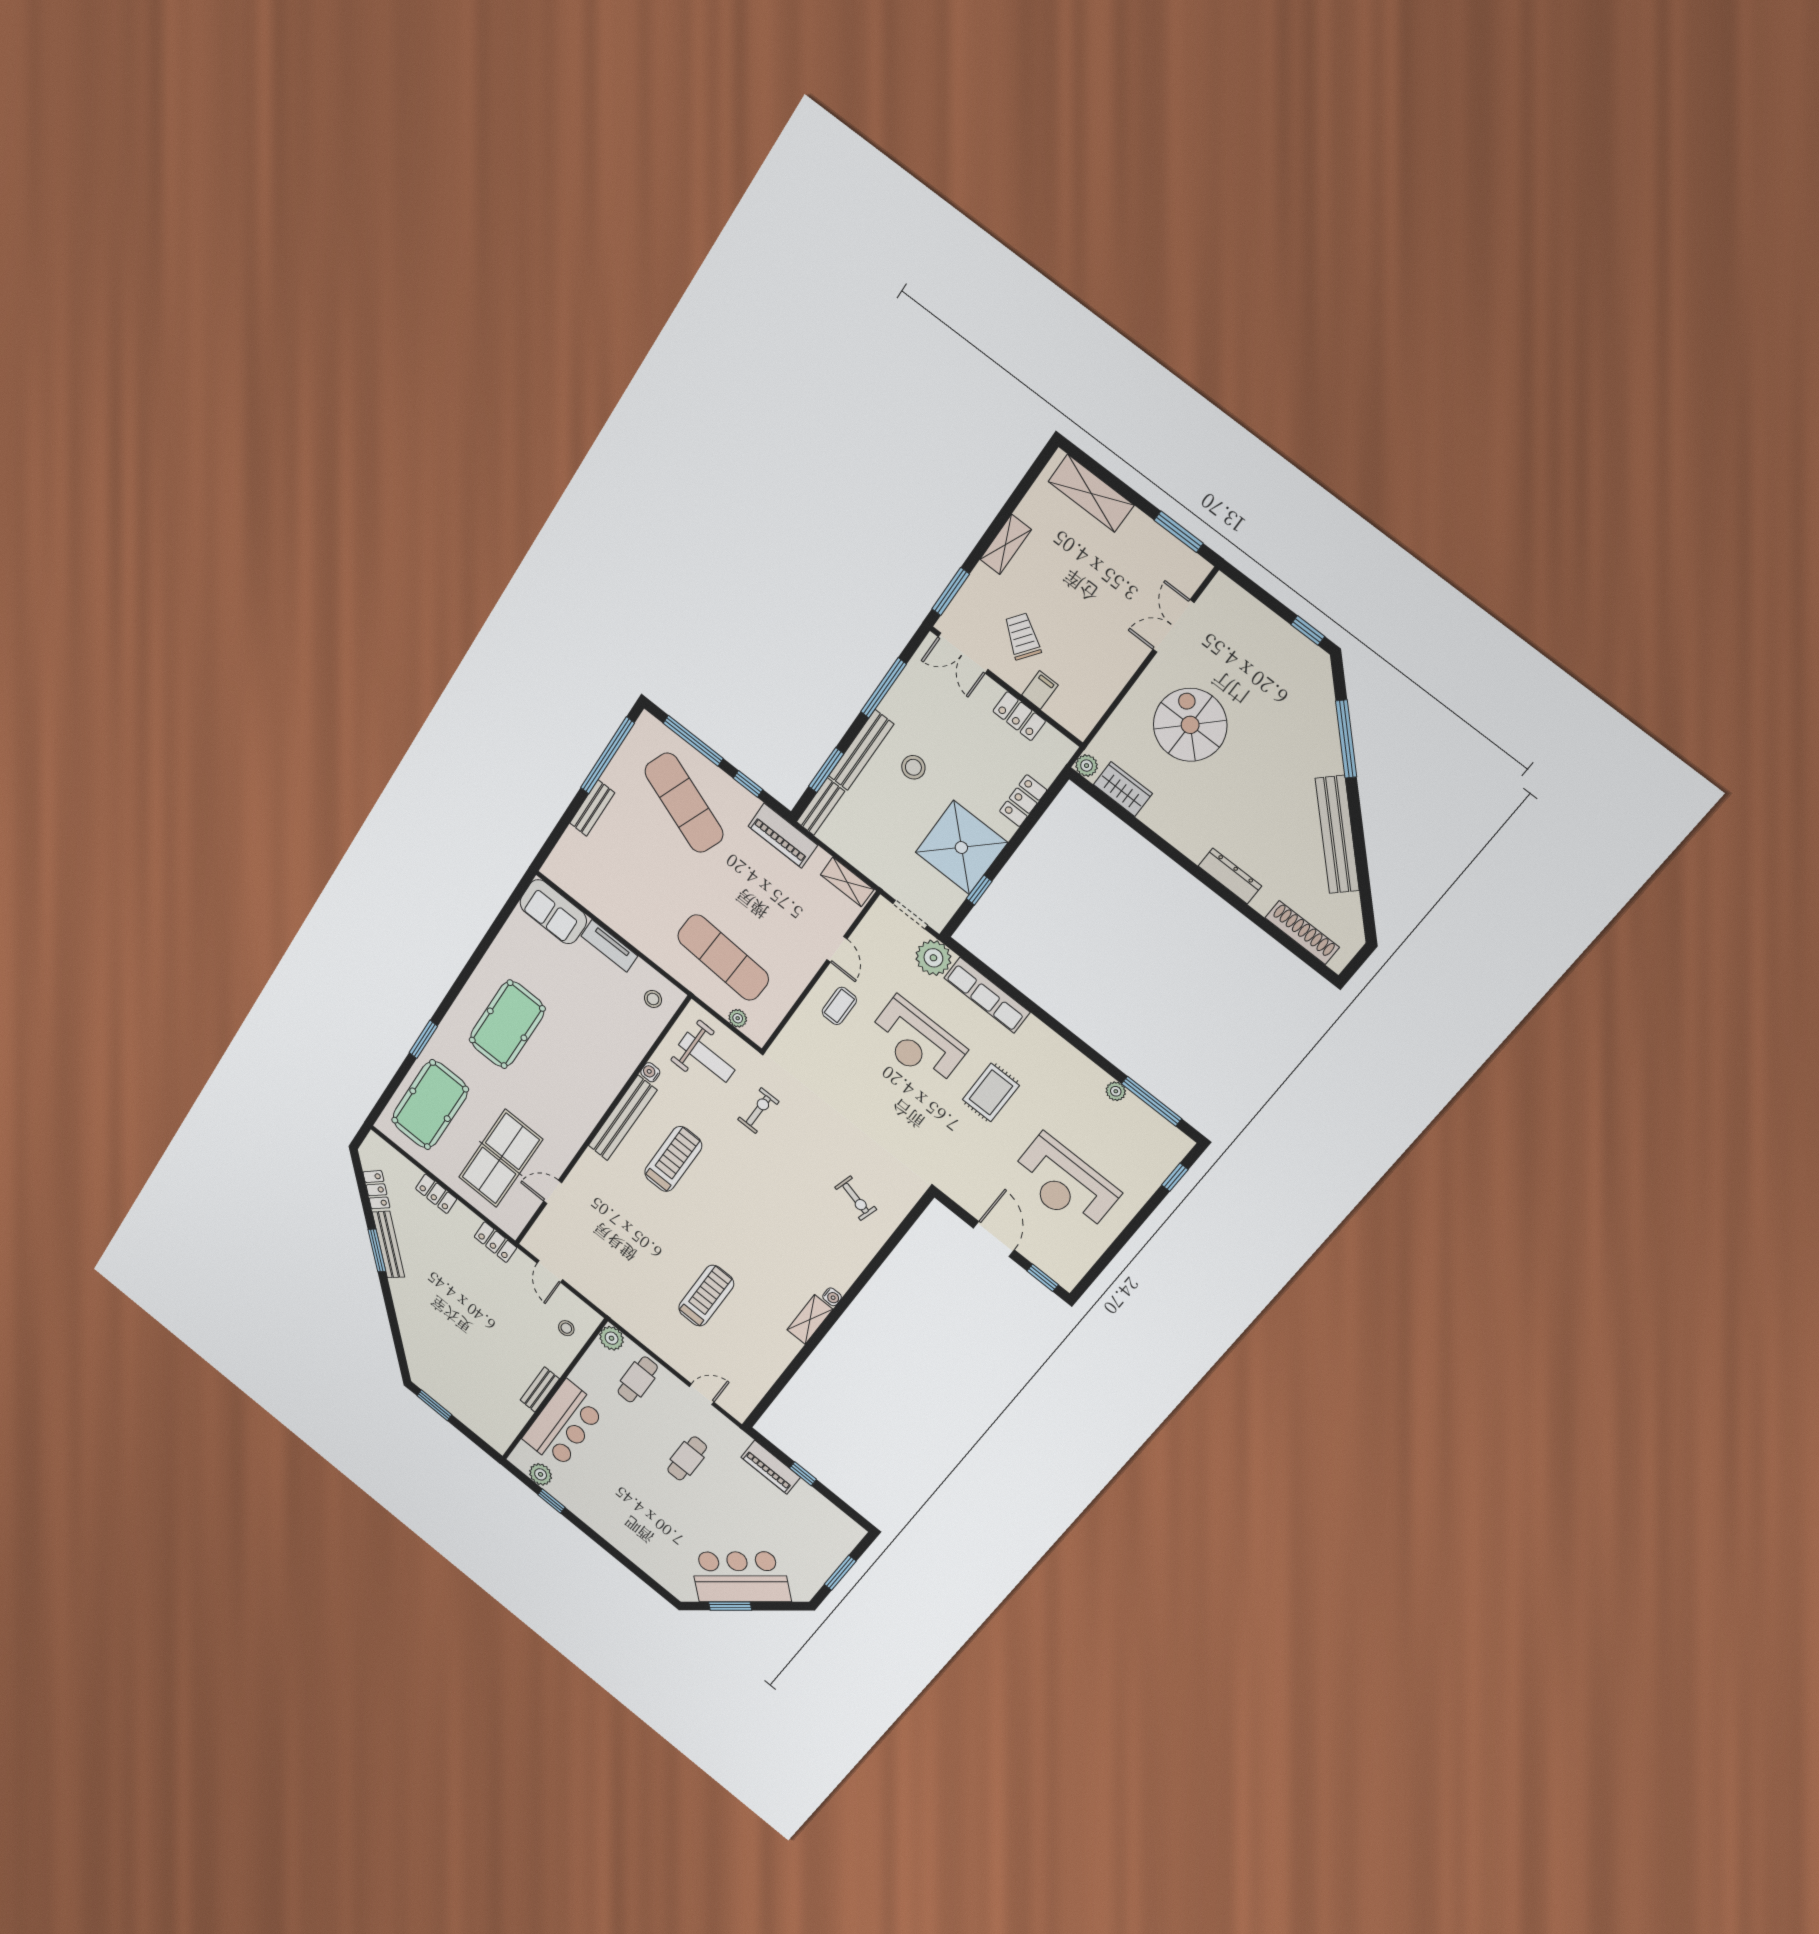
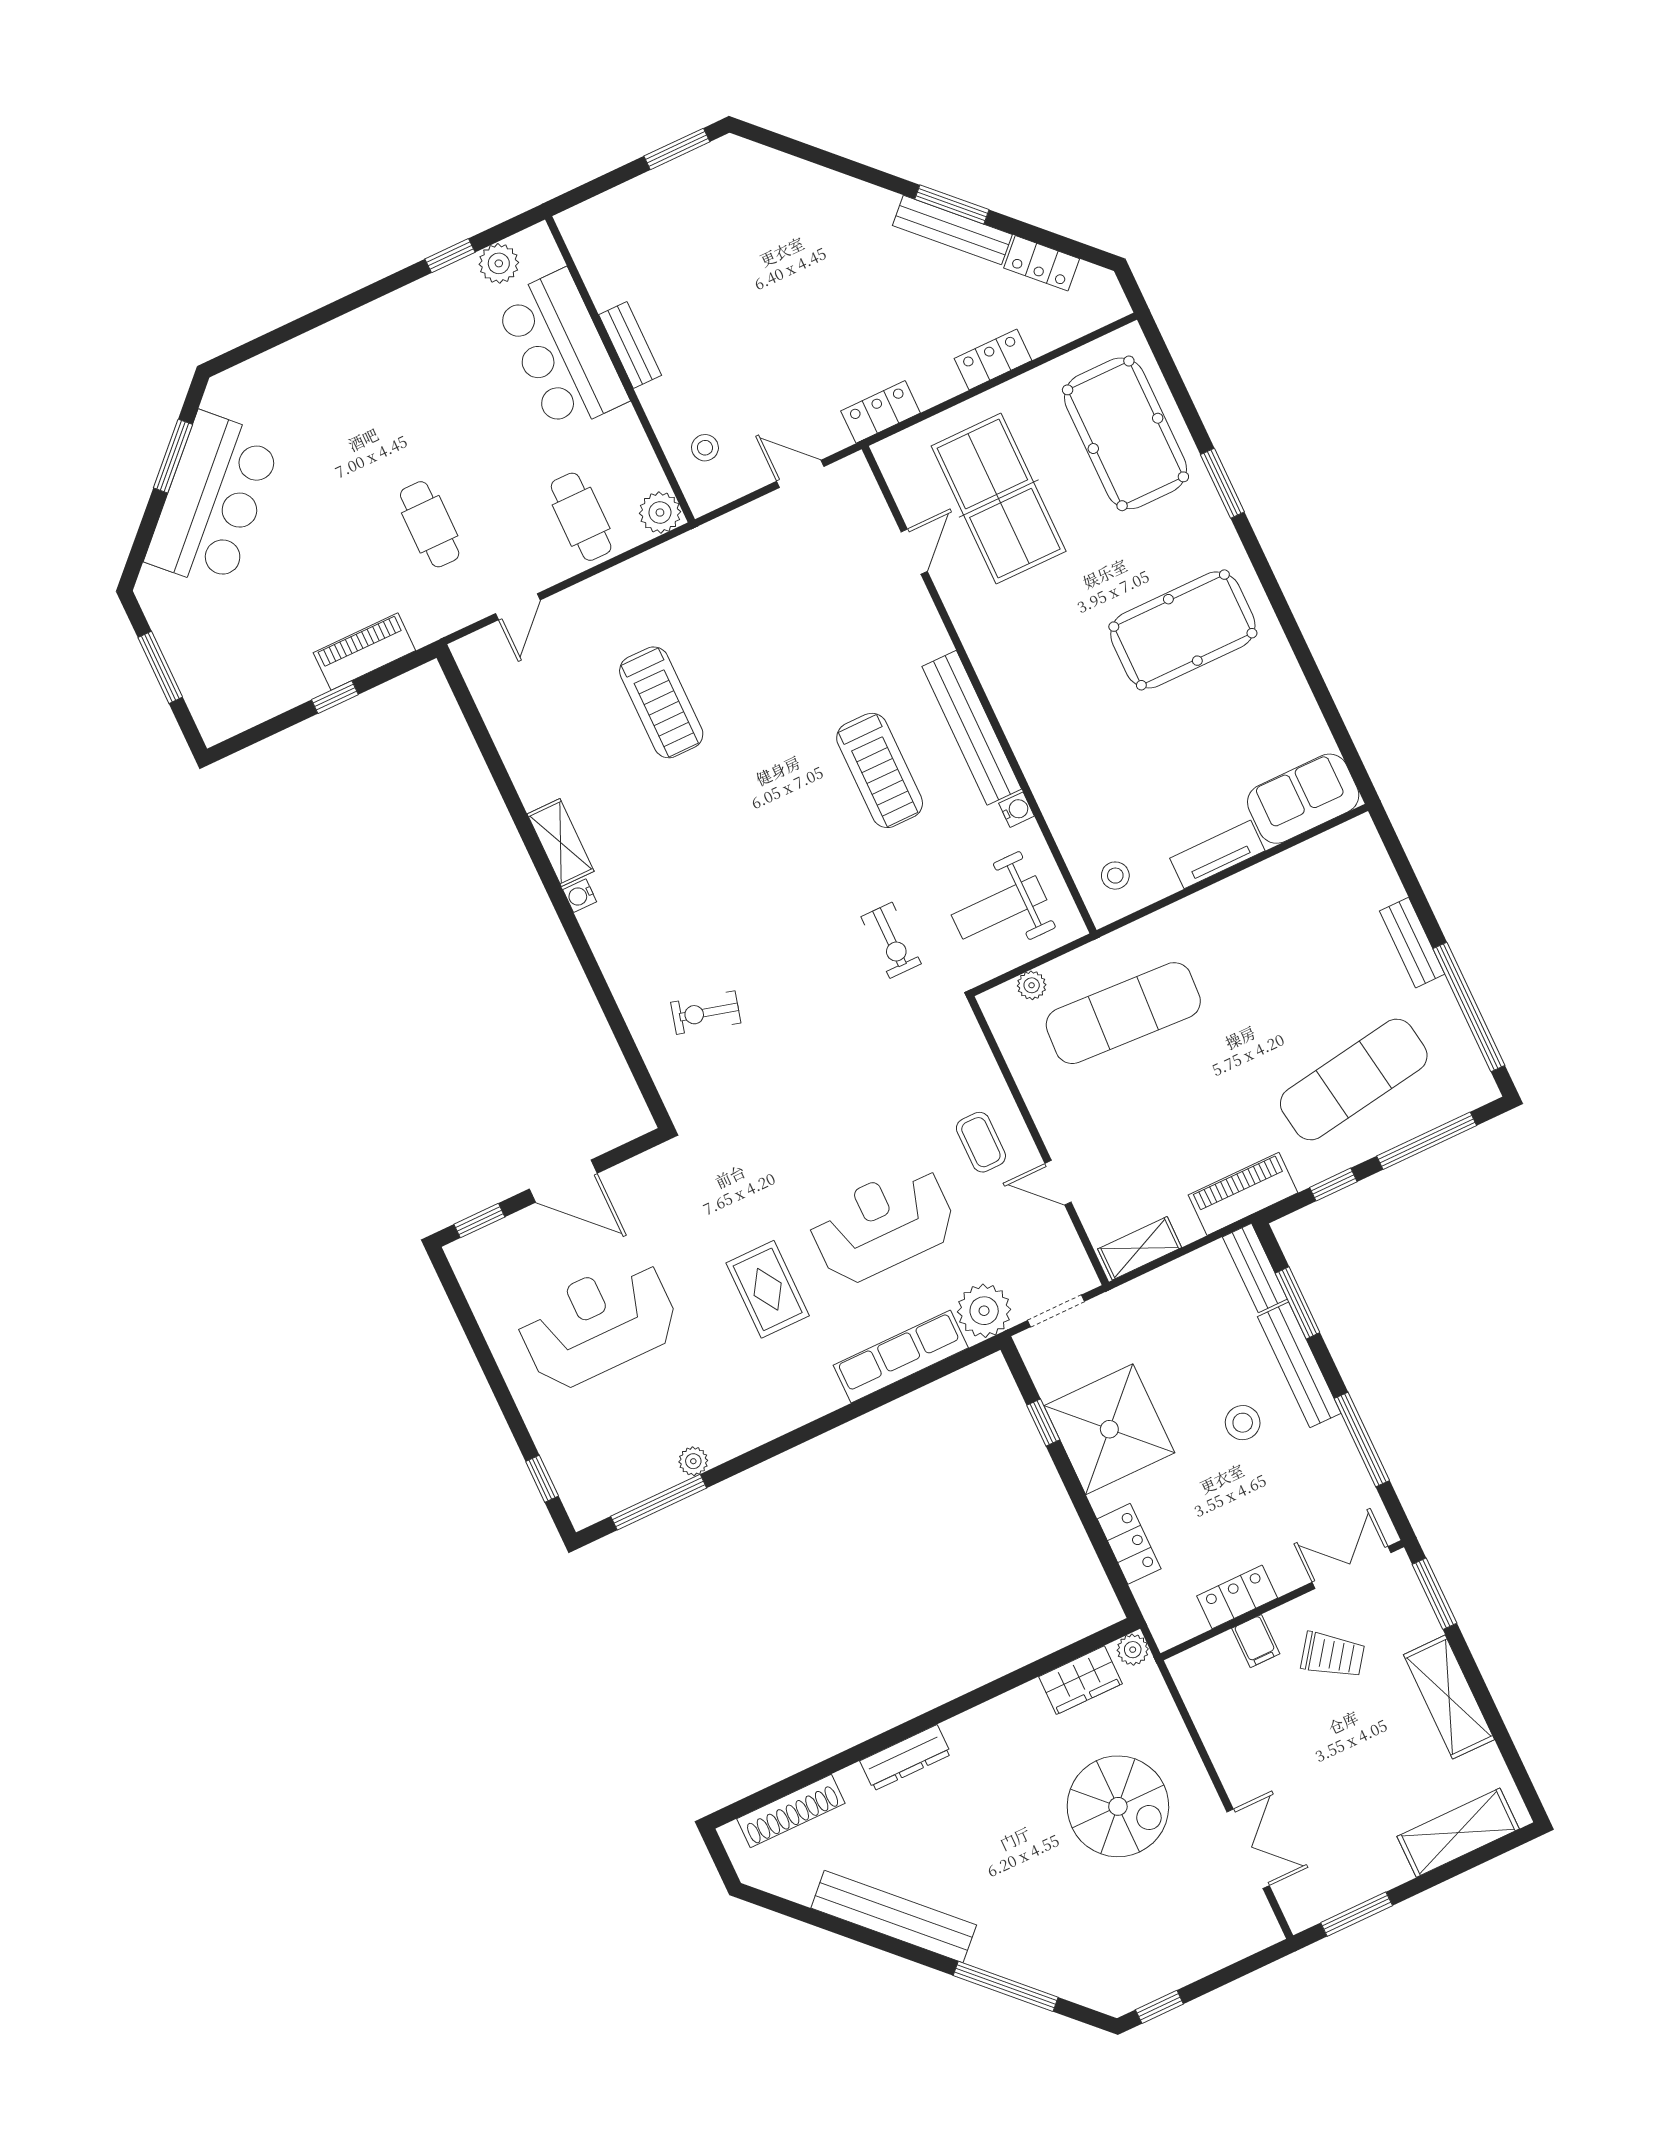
shelving: (1006, 544) -> (1449, 1697), width x1.50, depth x1.33
exercise mat: (684, 803) -> (1354, 1079), turned -30
pool table: (507, 1024) -> (1183, 630), turned 90

